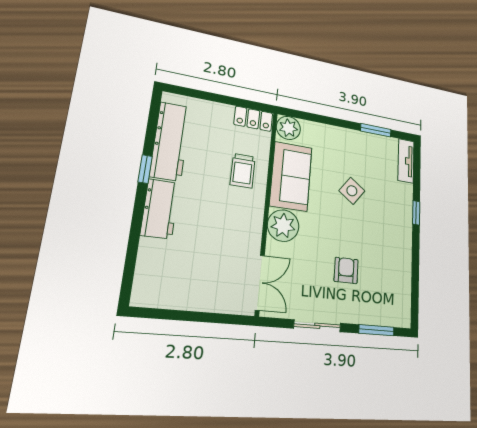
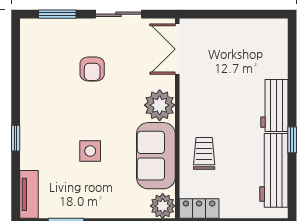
side table: (352, 191) -> (90, 151), turned -37

